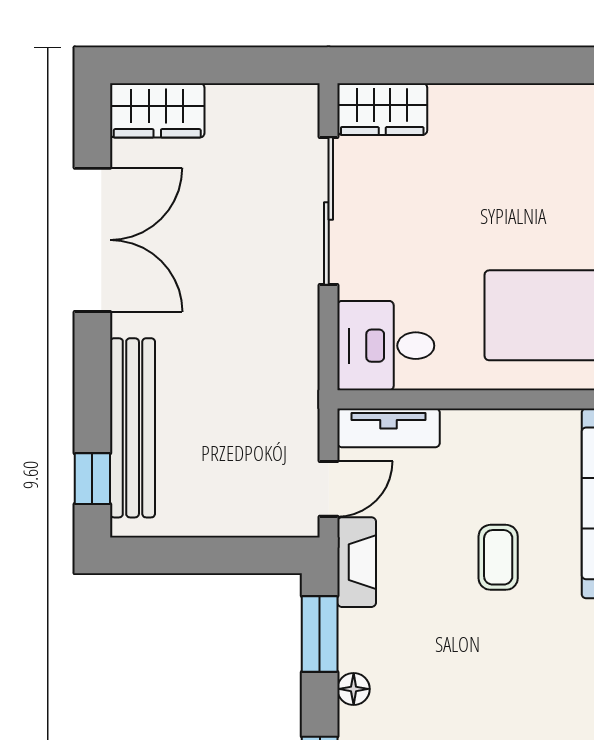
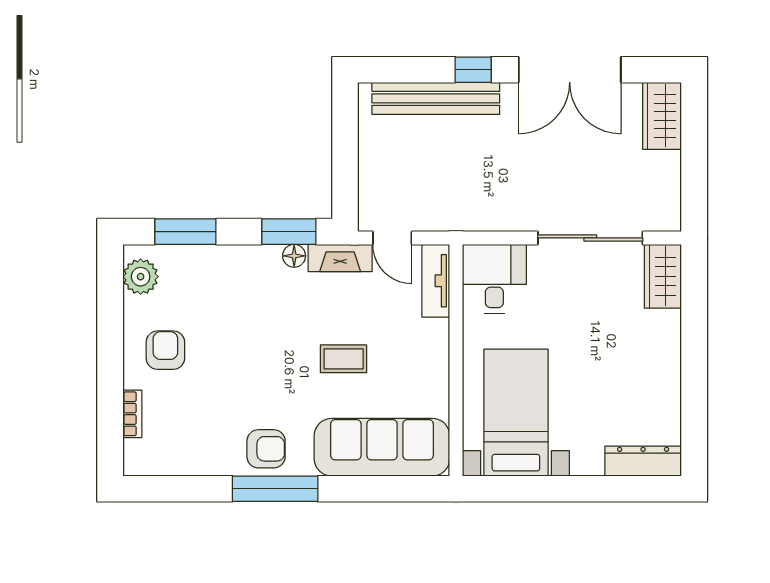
window: (92, 479) -> (473, 70), moved
floor lamp: (354, 689) -> (294, 256), moved

